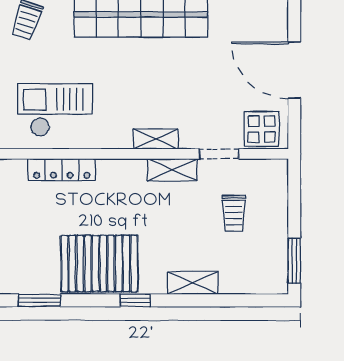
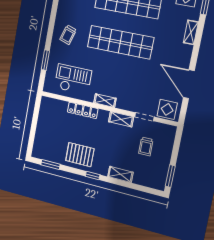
shelving: (156, 139) -> (105, 100), moved
locker: (62, 170) -> (83, 110), moved
pallet: (99, 263) -> (80, 155), width x0.73, depth x0.71

